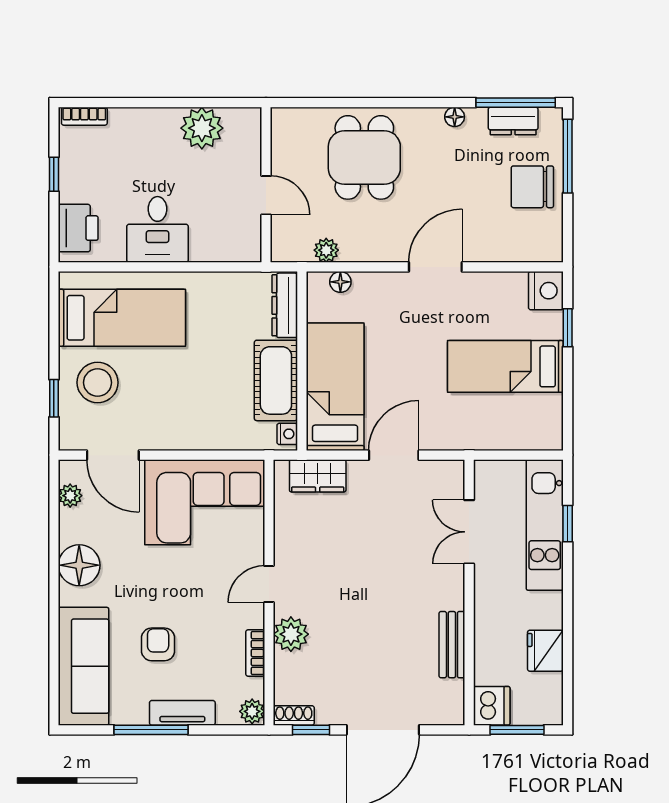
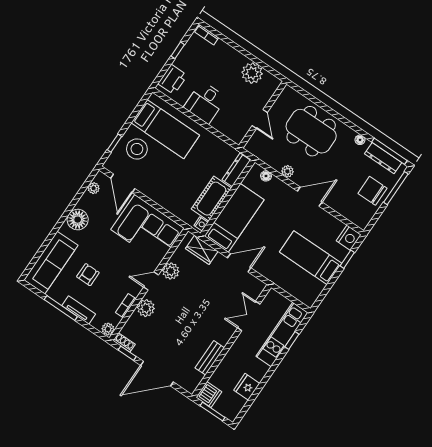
dresser: (513, 121) -> (383, 158), width x1.44
dining table: (364, 157) -> (311, 131), width x1.38
plant: (326, 250) -> (287, 171), moved
plant: (290, 545) -> (171, 271), added

